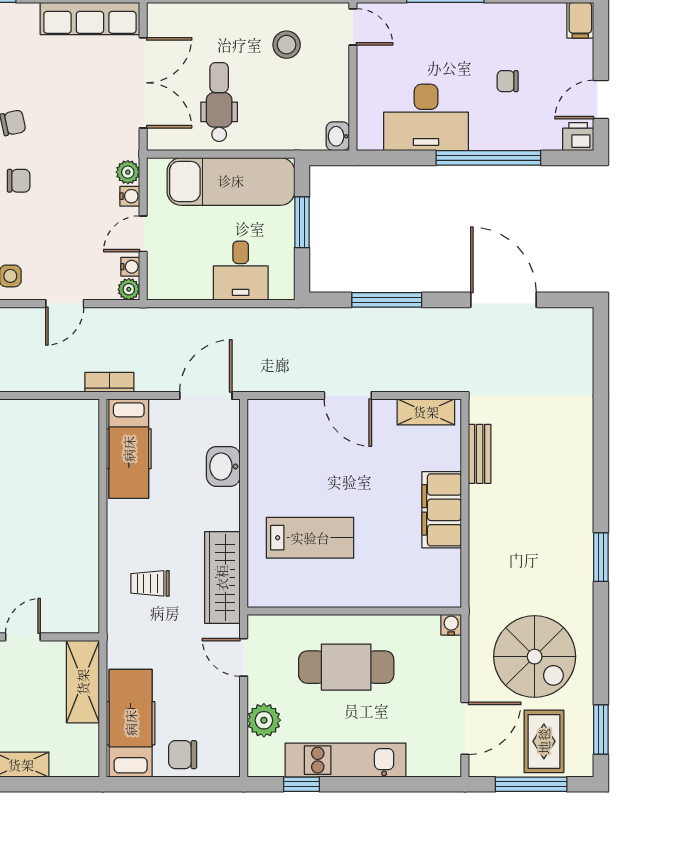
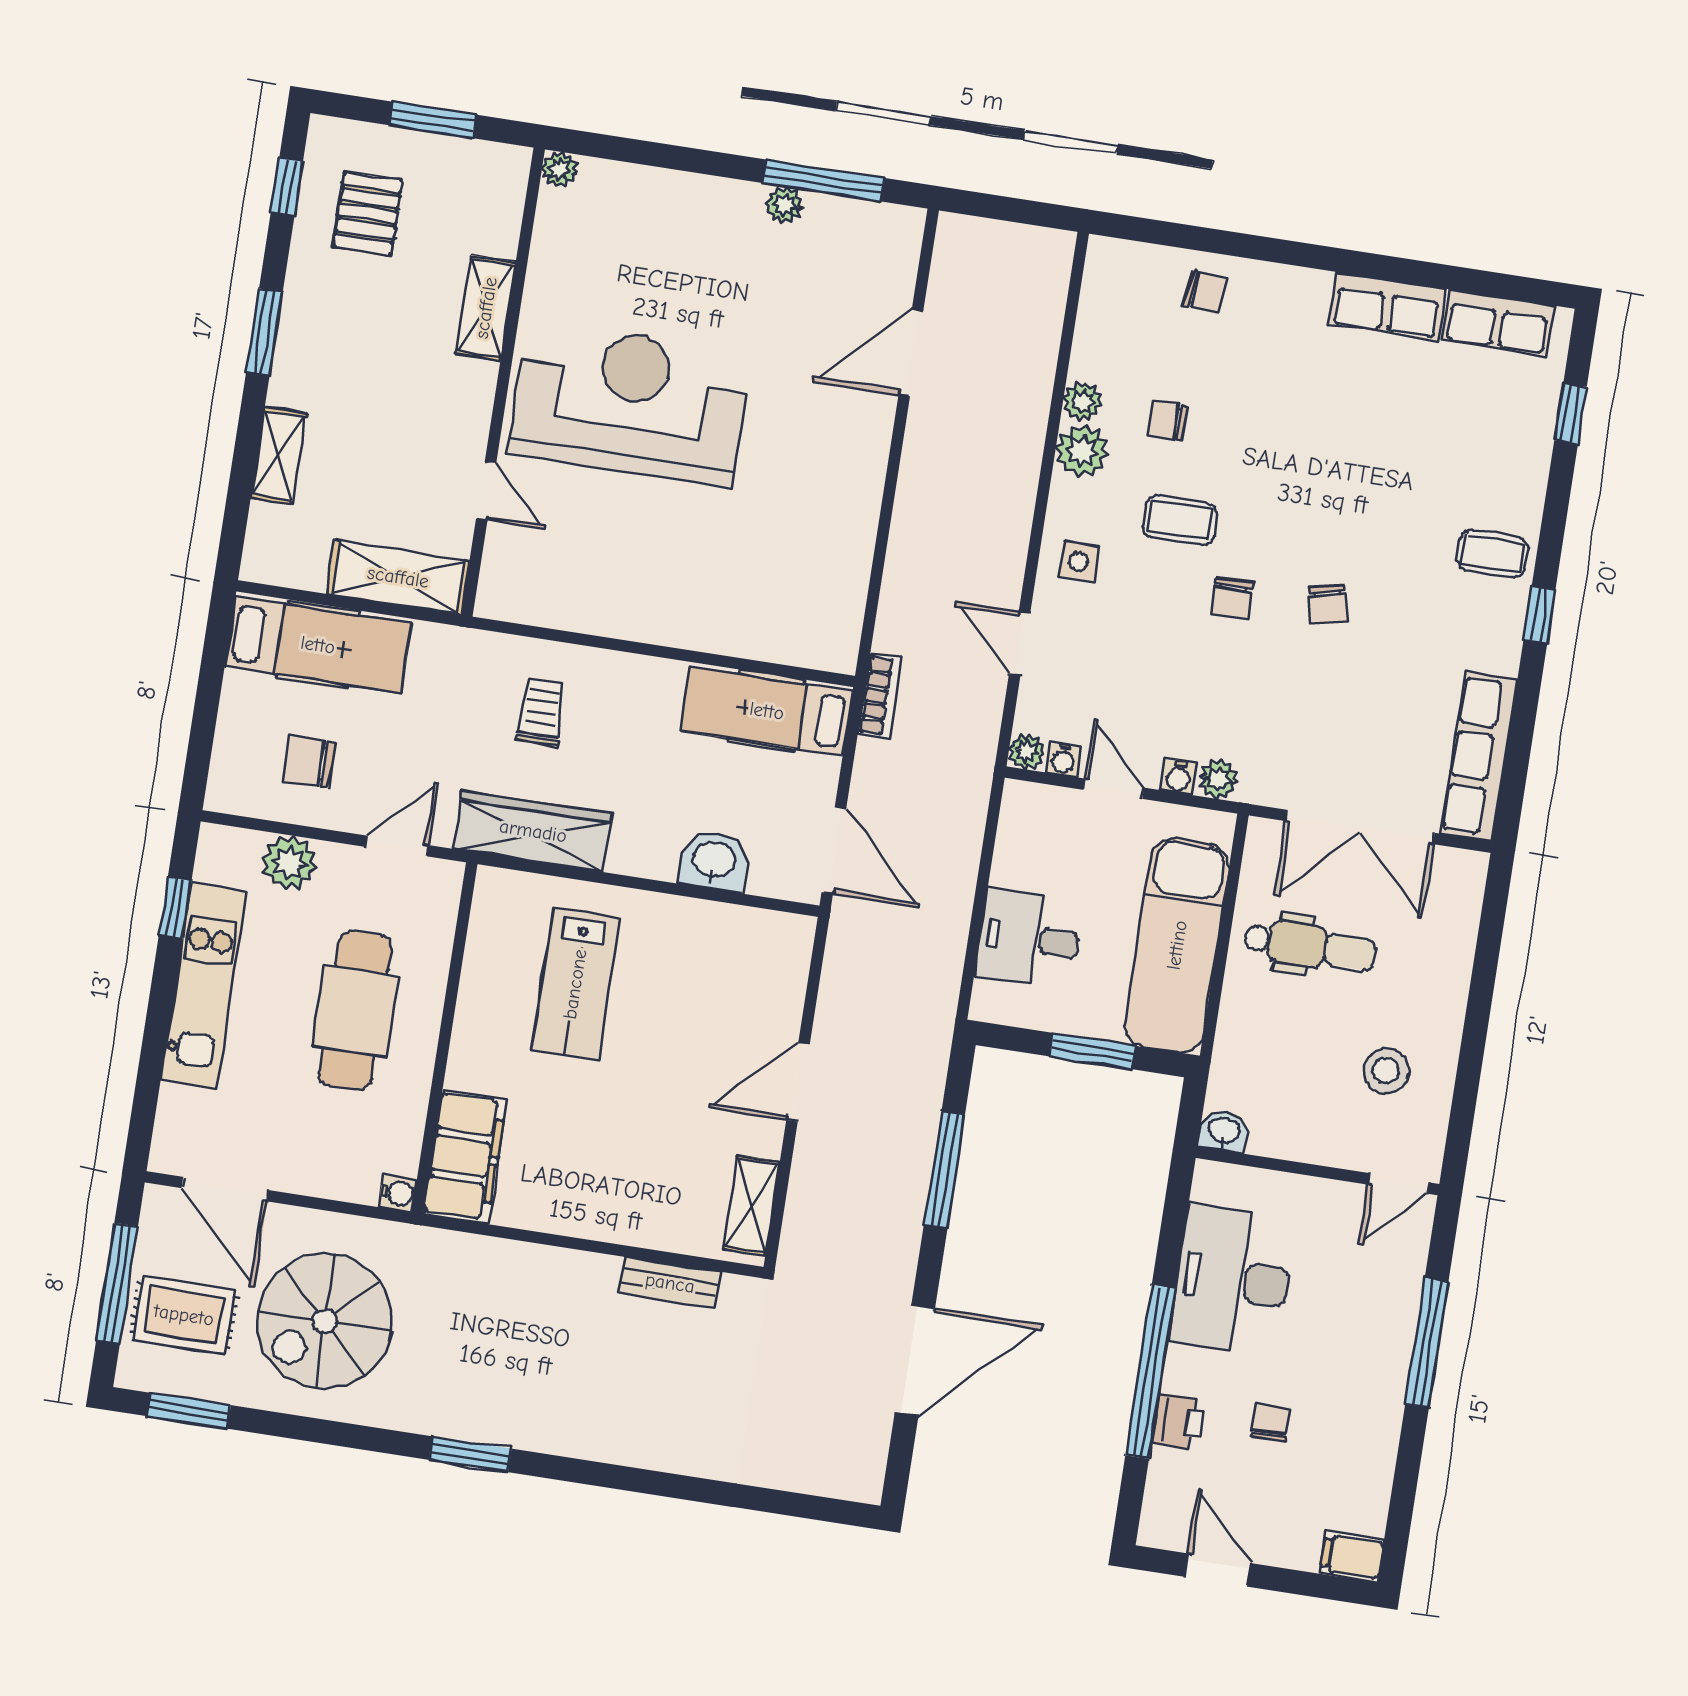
printer: (578, 137) -> (1178, 1422), moved
filing cabinet: (442, 510) -> (465, 1157), moved, turned 90
chair: (183, 755) -> (309, 762), moved, turned -90

